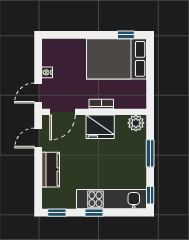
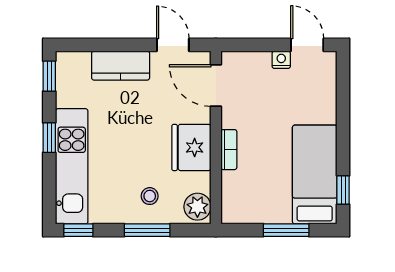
bed: (116, 59) -> (315, 175), width x0.67
window: (150, 69) -> (286, 230), added
door: (38, 93) -> (307, 45), moved
stool: (129, 152) -> (150, 196), added

